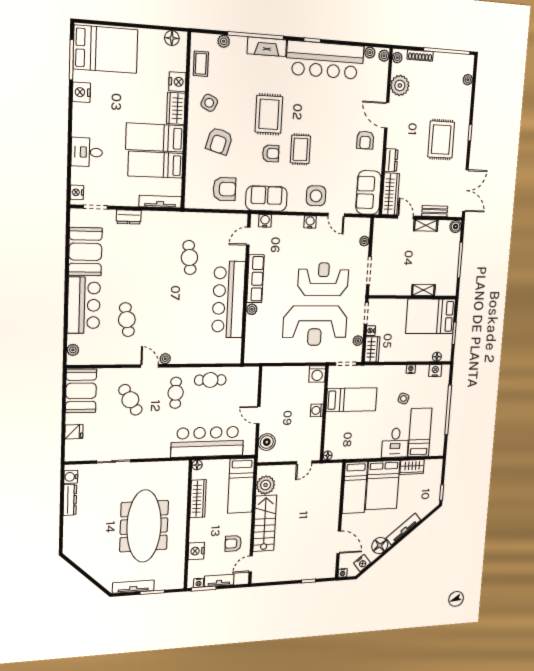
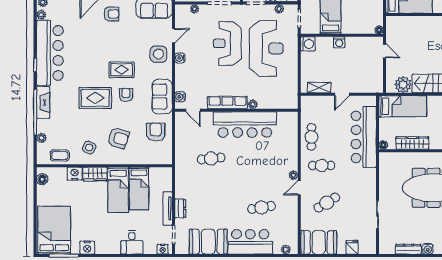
tv unit: (160, 202) -> (168, 208), moved
shelving: (267, 388) -> (319, 88), added
boiler: (267, 442) -> (366, 85), removed
water cooler: (71, 477) -> (428, 249), moved

